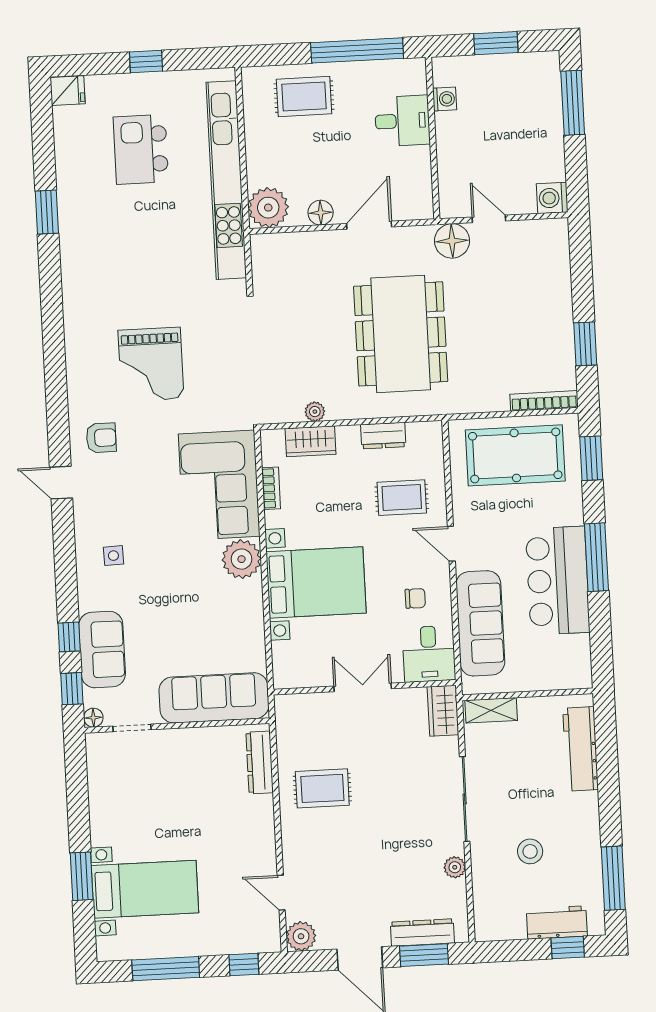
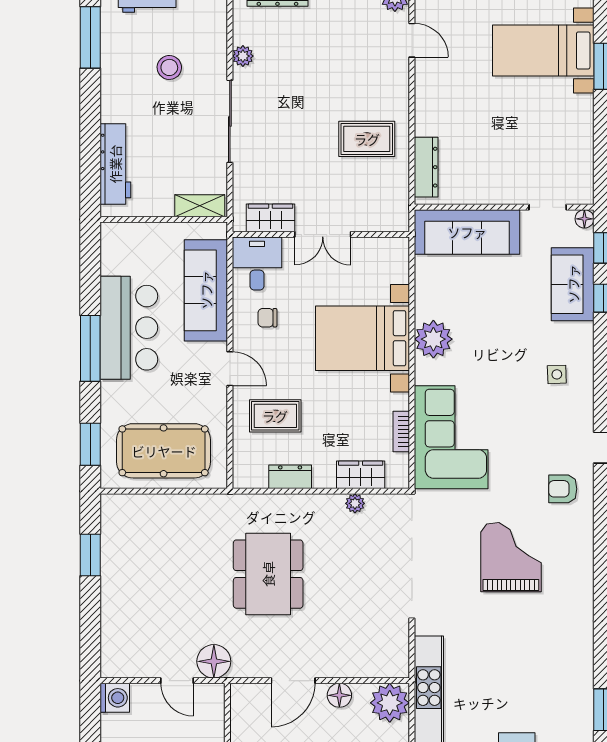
dining table: (401, 334) -> (268, 574), width x0.73, depth x0.80
bookcase: (544, 401) -> (133, 502), removed
plant: (242, 559) -> (433, 339), moved
wardrobe: (443, 711) -> (270, 218), moved, turned -90

